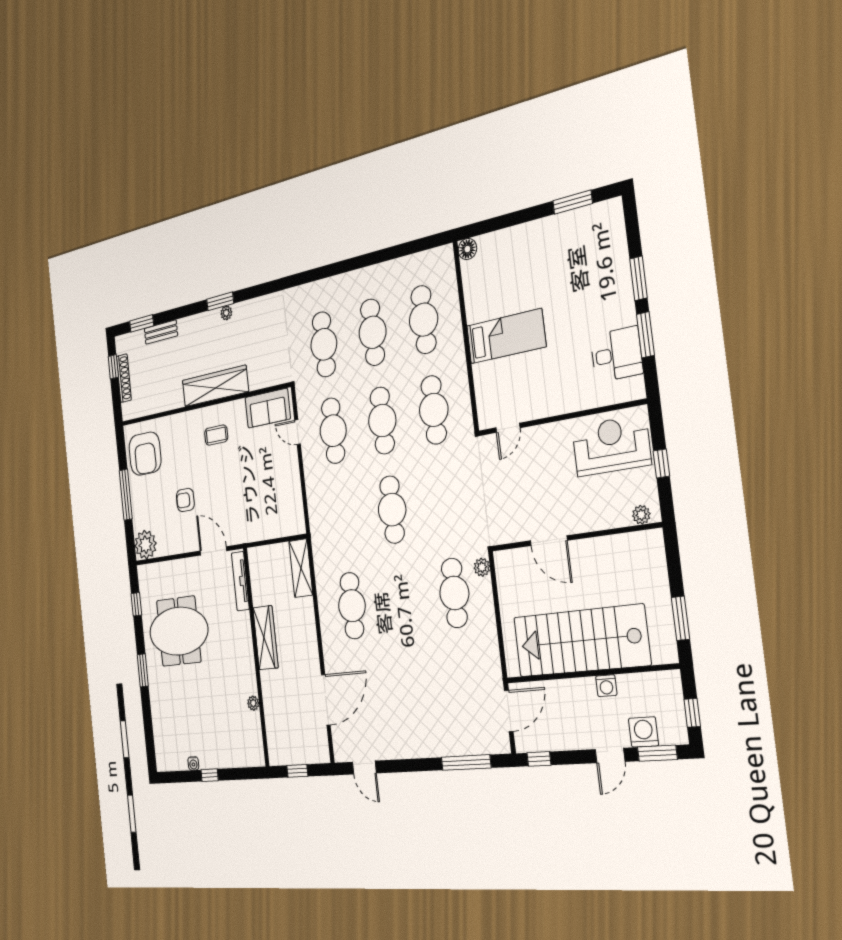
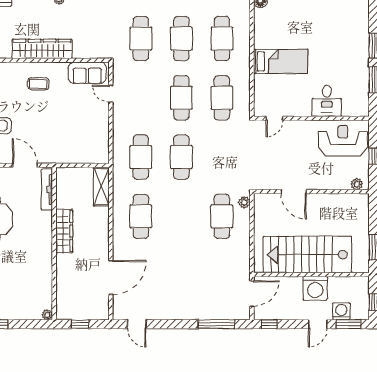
desk: (616, 354) -> (327, 101), moved, turned 90
cafe table: (333, 431) -> (141, 157), moved
washing machine: (606, 686) -> (315, 288), width x1.89, depth x1.89
plant: (253, 703) -> (47, 315), moved

